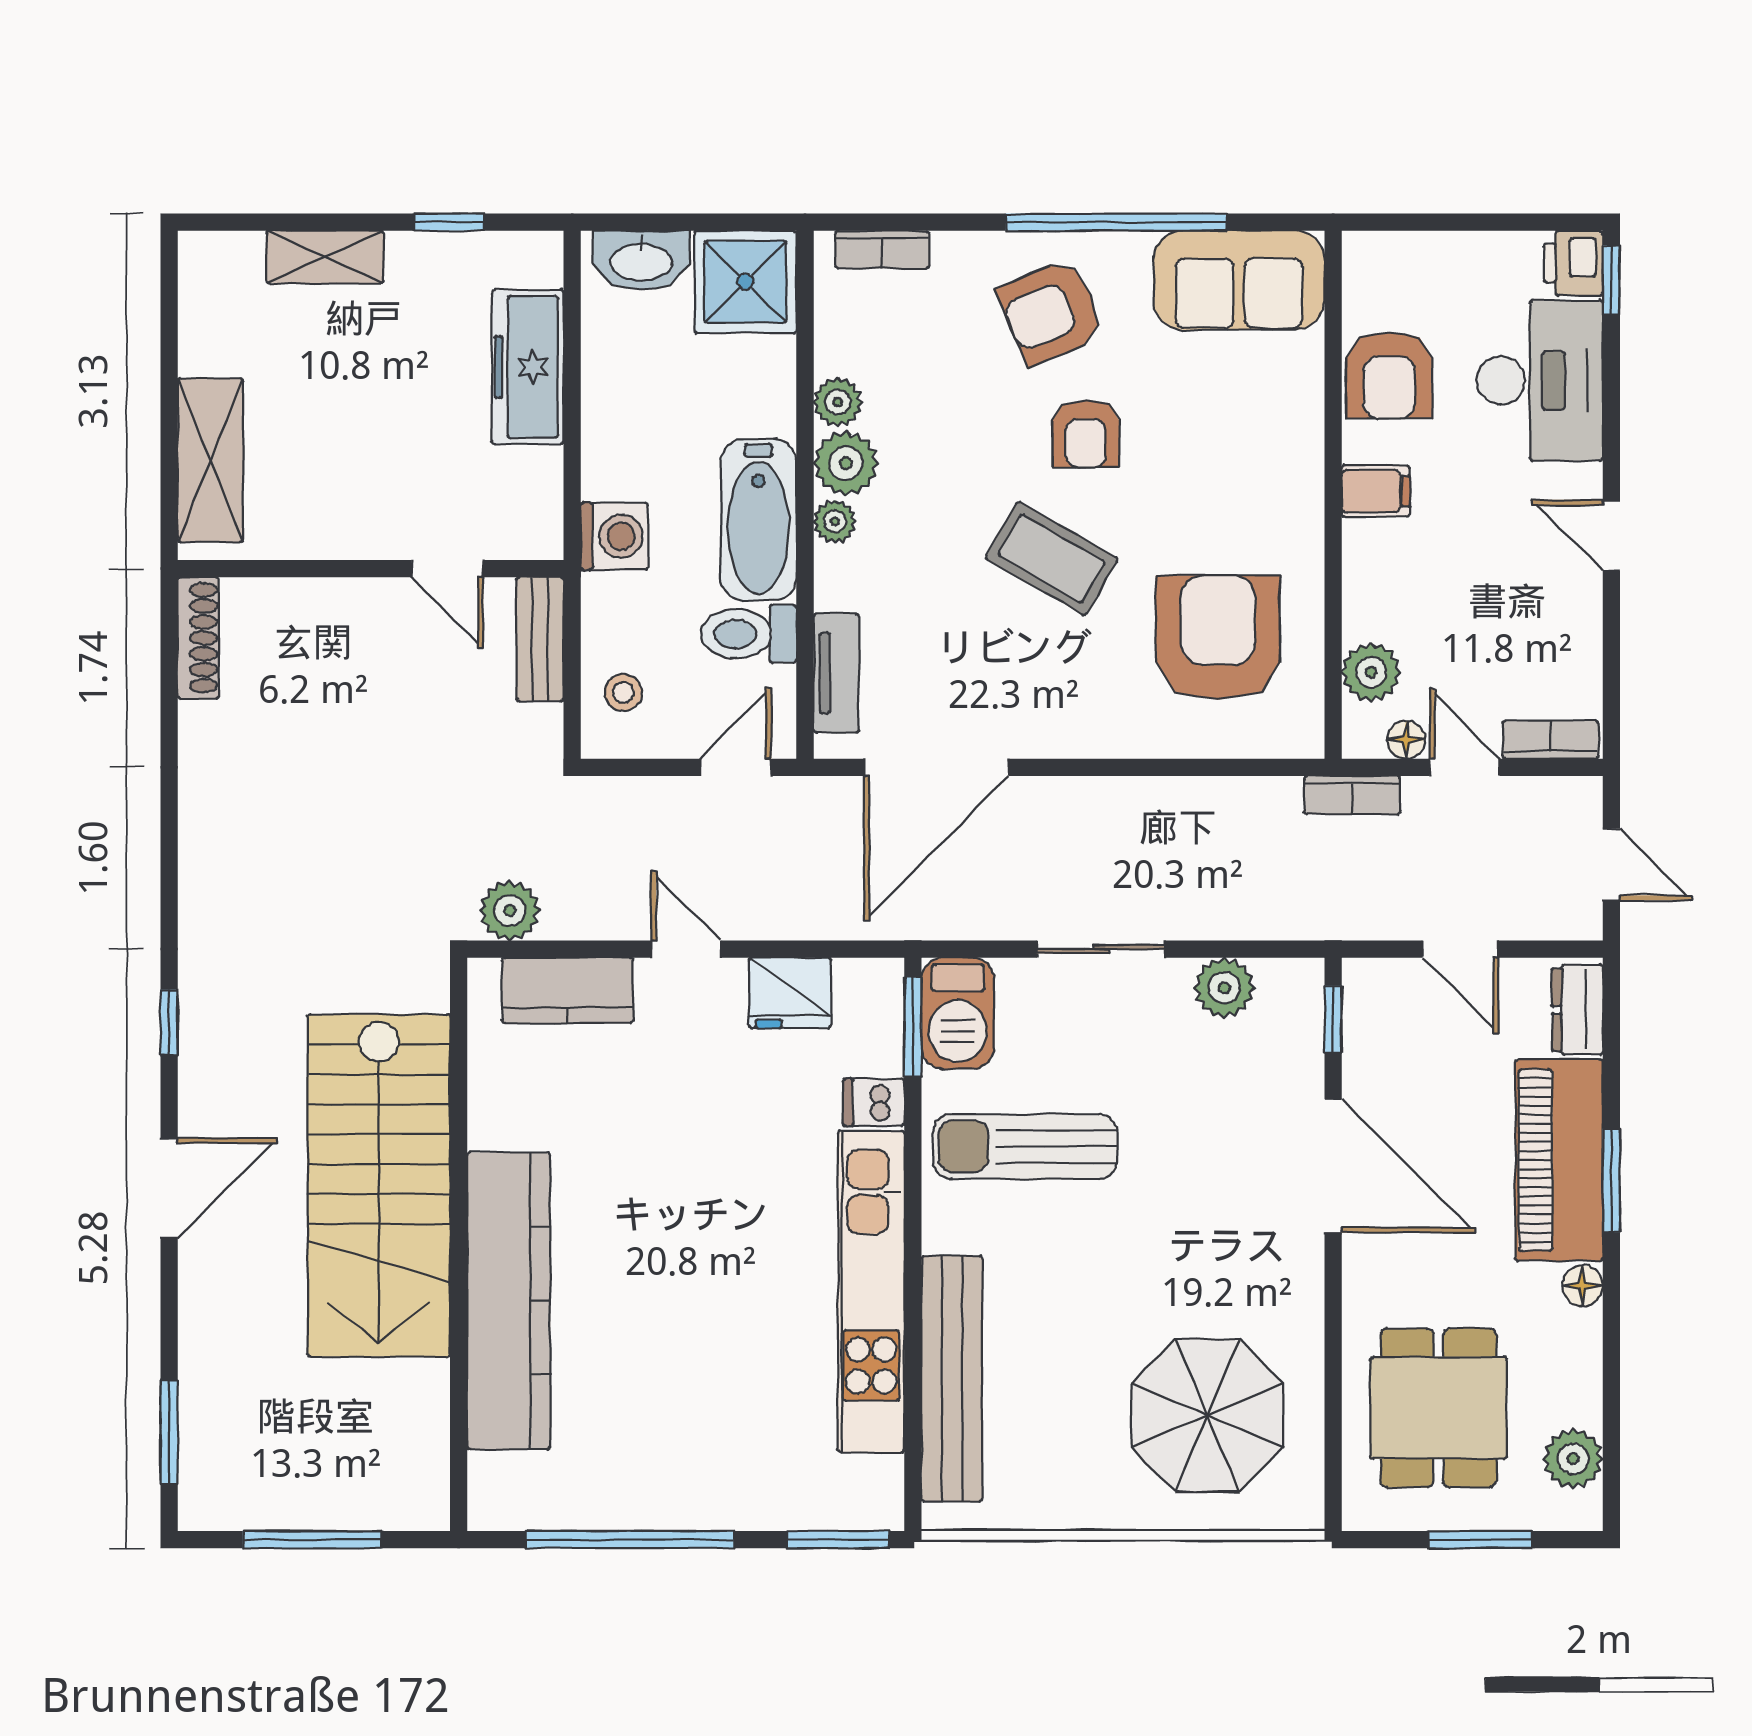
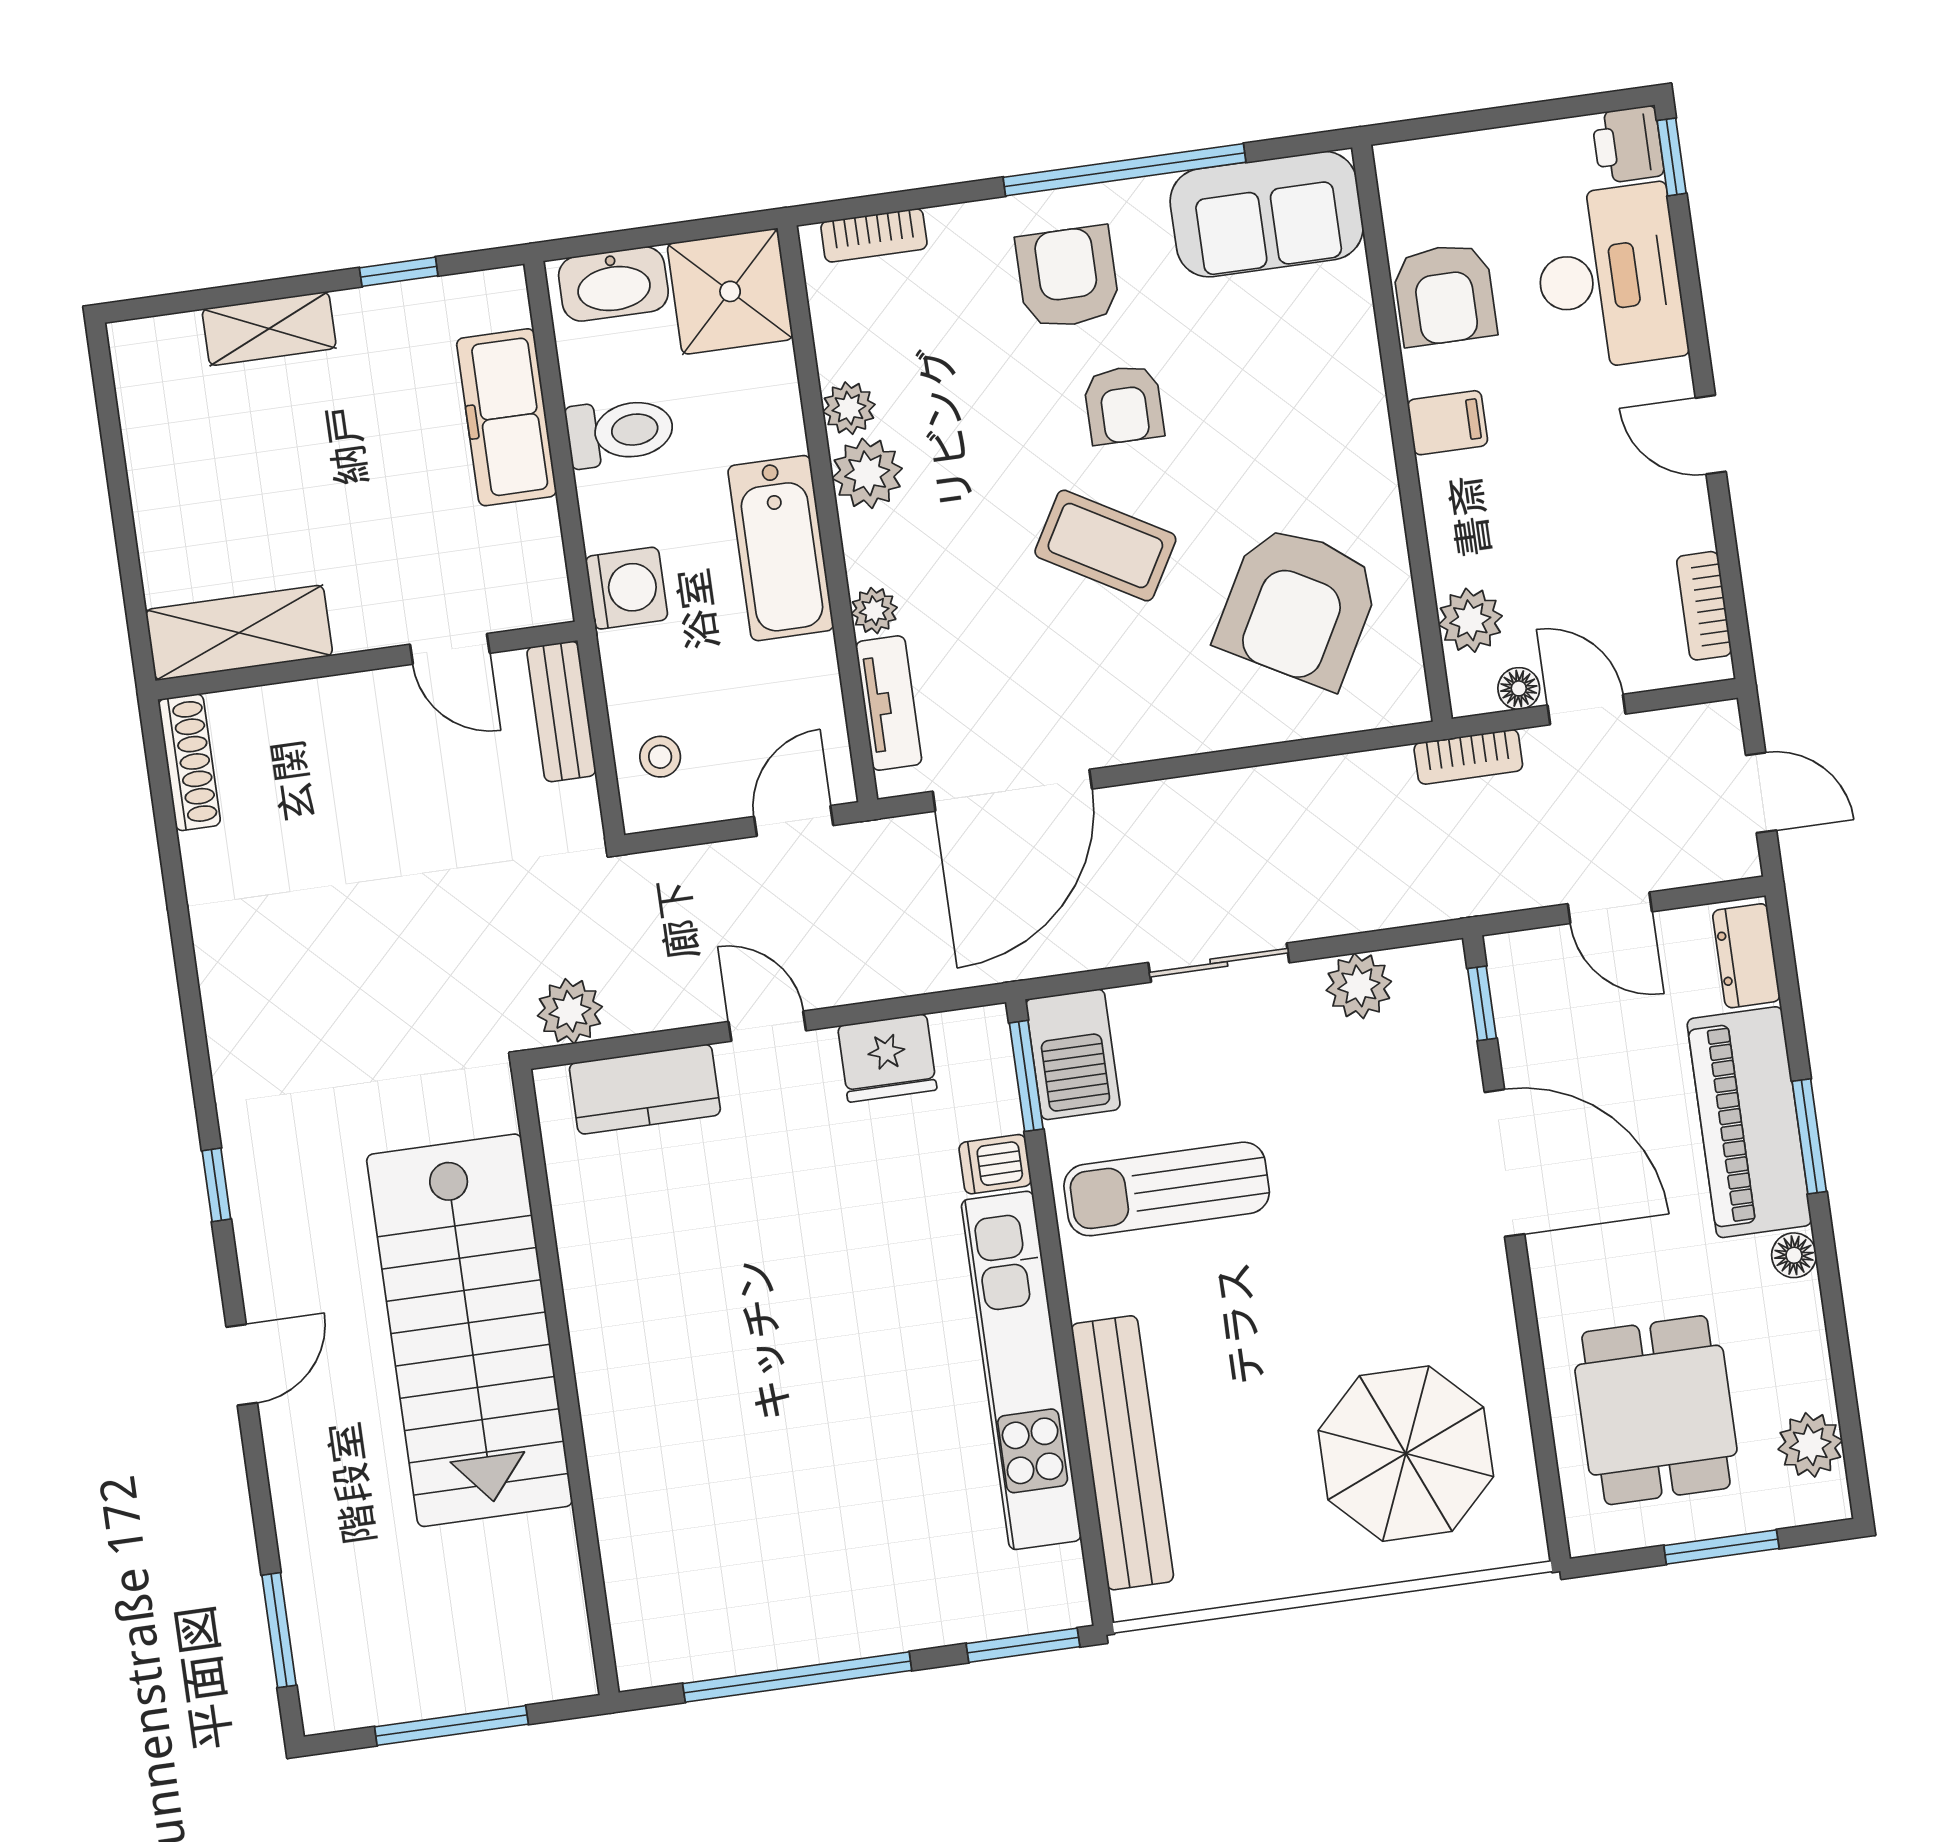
armchair: (1051, 312) -> (1068, 277), turned 113
shelving: (210, 460) -> (239, 633), moved, turned 90
plant: (835, 521) -> (874, 611), moved
toilet: (749, 634) -> (620, 432), moved, turned 180
armchair: (1218, 637) -> (1298, 606), turned -151
bookcase: (1550, 740) -> (1704, 606), moved, turned -90
door: (169, 1188) -> (242, 1365), width x0.73
kitchen counter: (509, 1301) -> (628, 1436), removed

